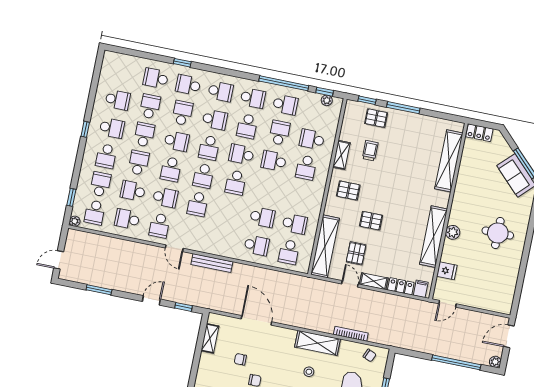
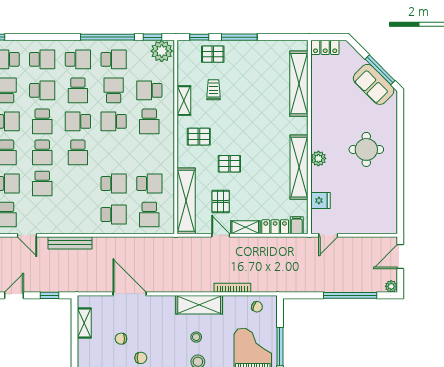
plant: (327, 100) -> (162, 51), width x1.87, depth x1.87

